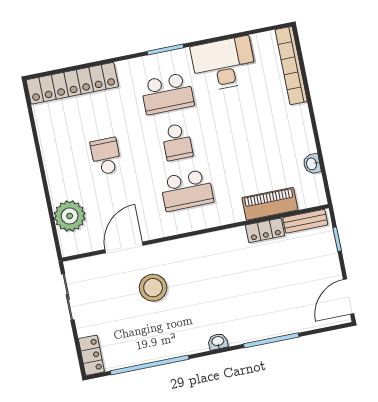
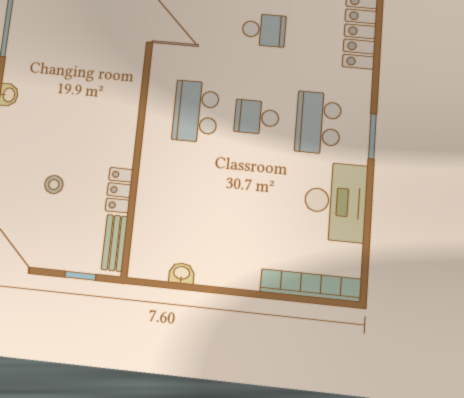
piano: (270, 204) -> (149, 206), removed
stool: (153, 288) -> (54, 185), moved, width x0.53, depth x0.53

